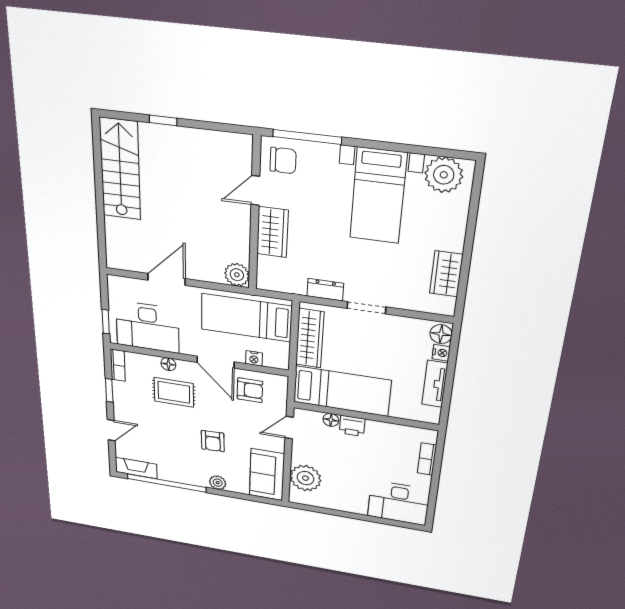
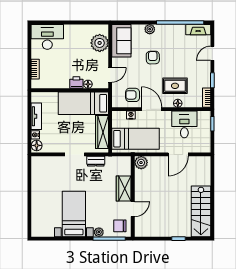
plant: (444, 175) -> (99, 232), moved, width x0.53, depth x0.53
wardrobe: (446, 274) -> (38, 179), removed
desk: (148, 327) -> (184, 124), width x0.73

